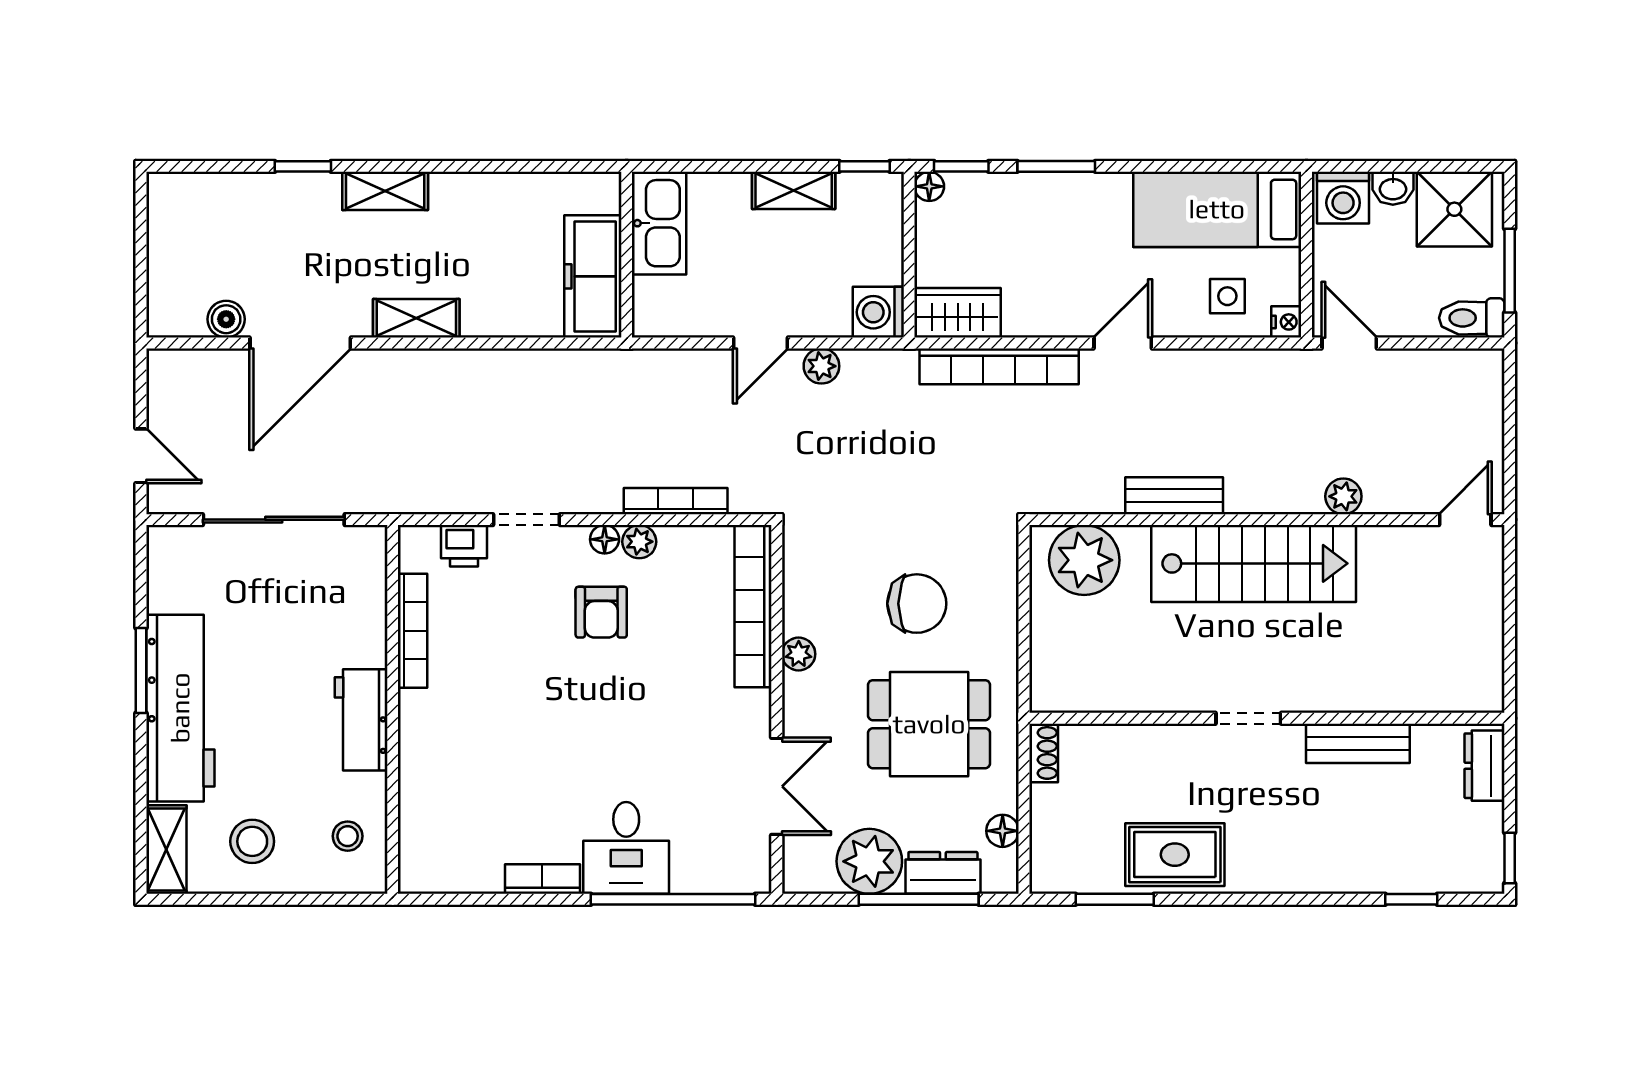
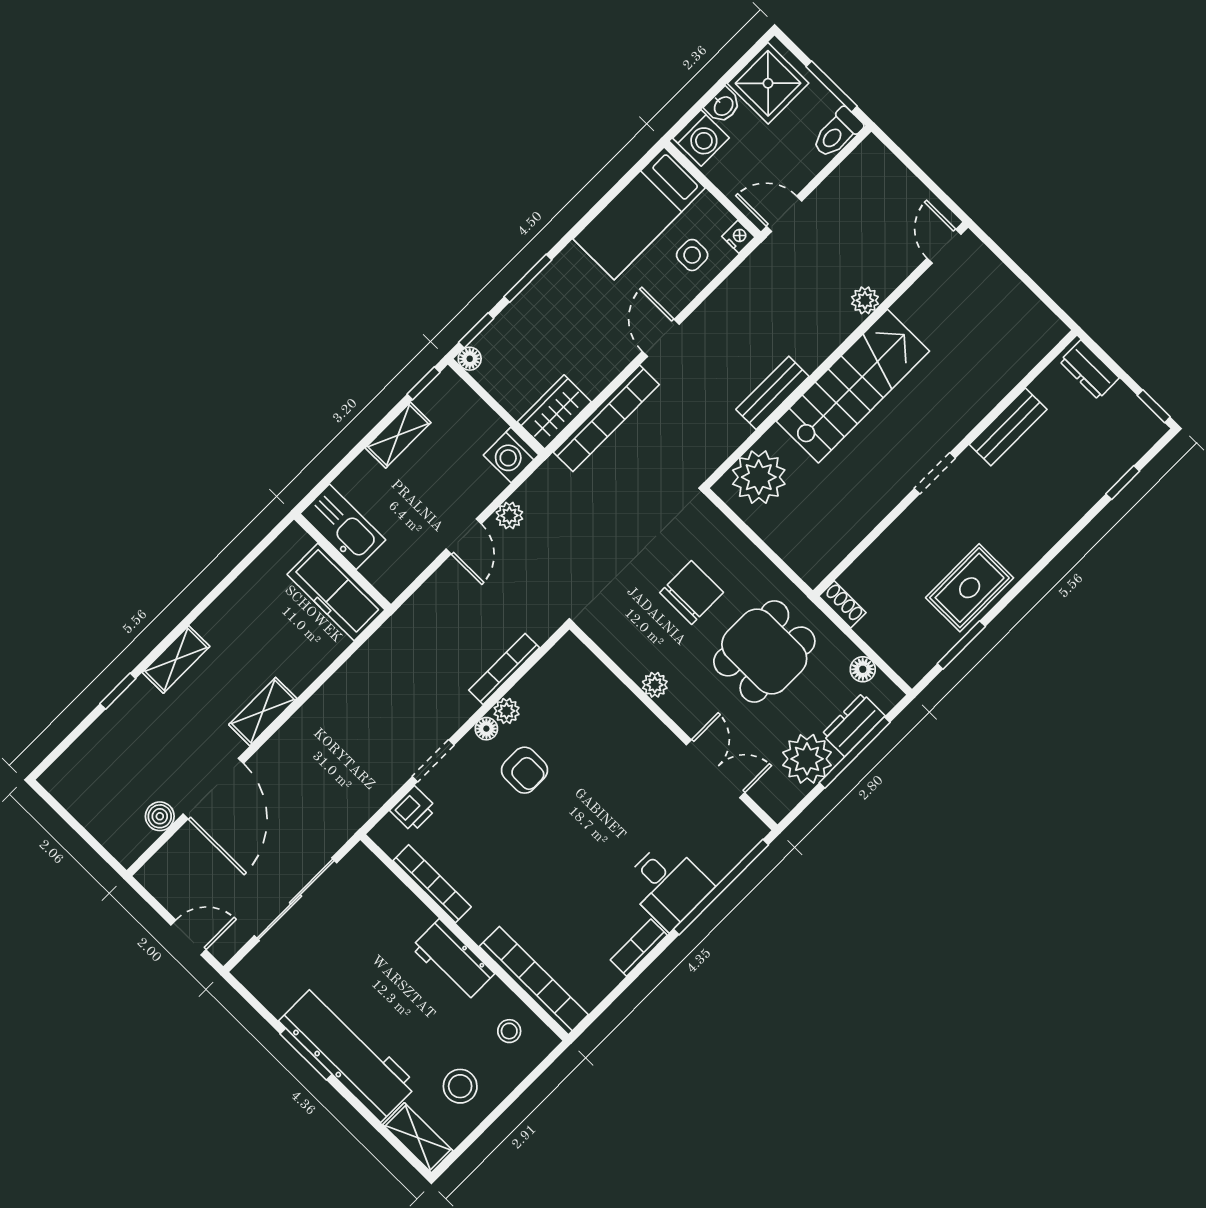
bookcase: (753, 606) -> (534, 981), moved, turned 180

